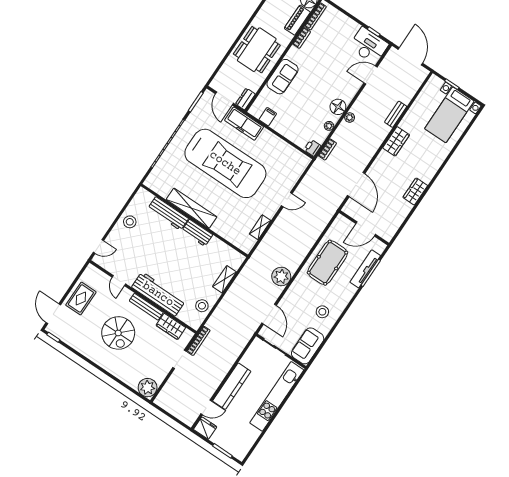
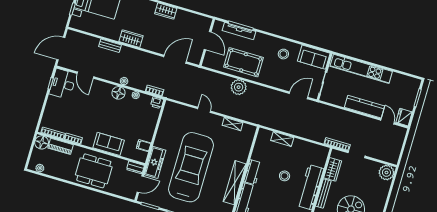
plant: (281, 276) -> (239, 87), moved
stool: (202, 306) -> (285, 176), moved

